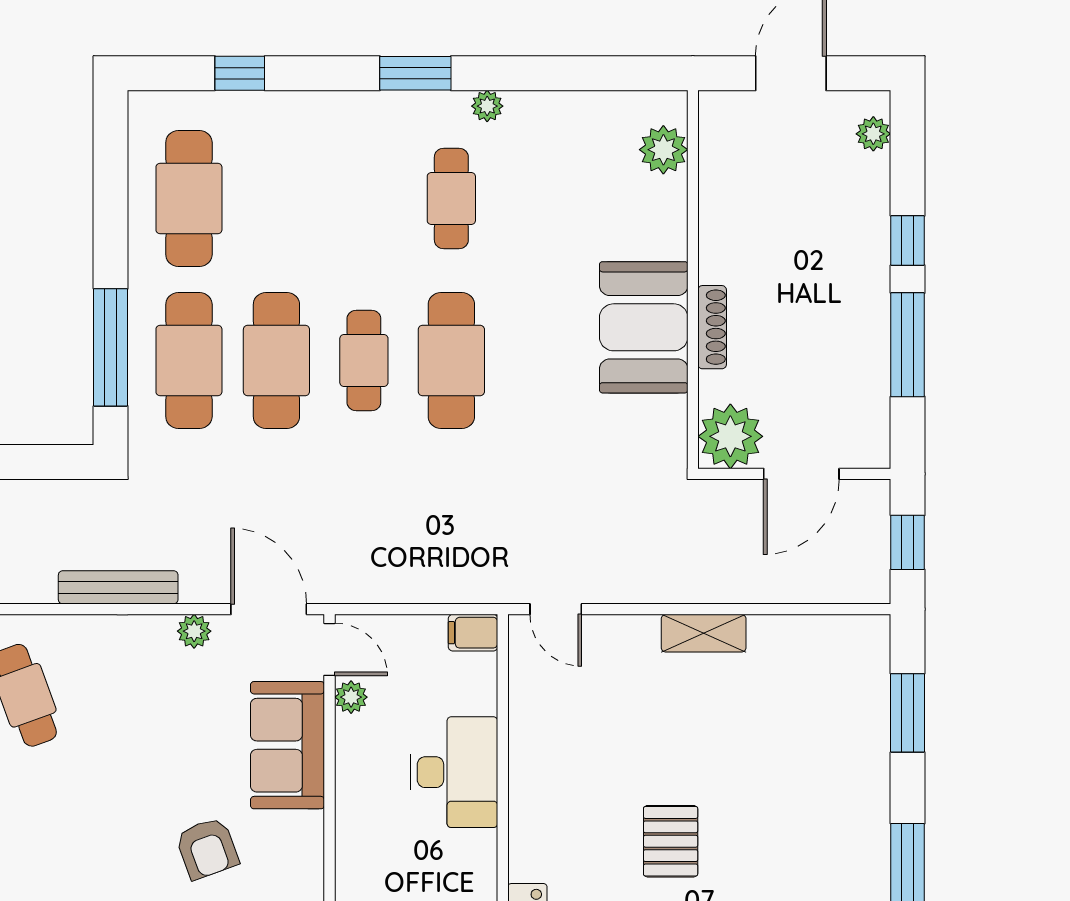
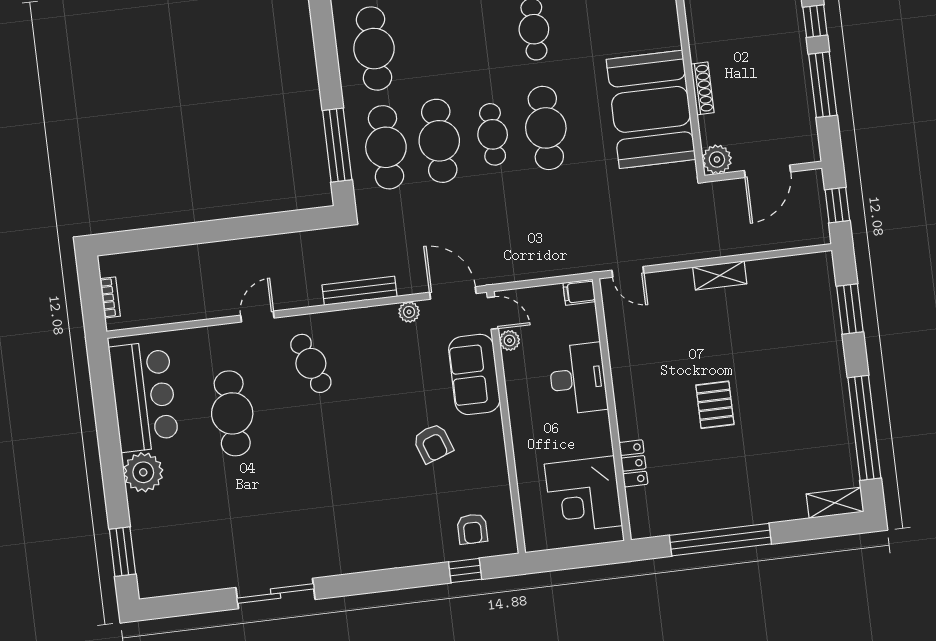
booth: (644, 327) -> (651, 109), width x1.36, depth x1.42
plant: (730, 436) -> (717, 159), width x0.73, depth x0.73

